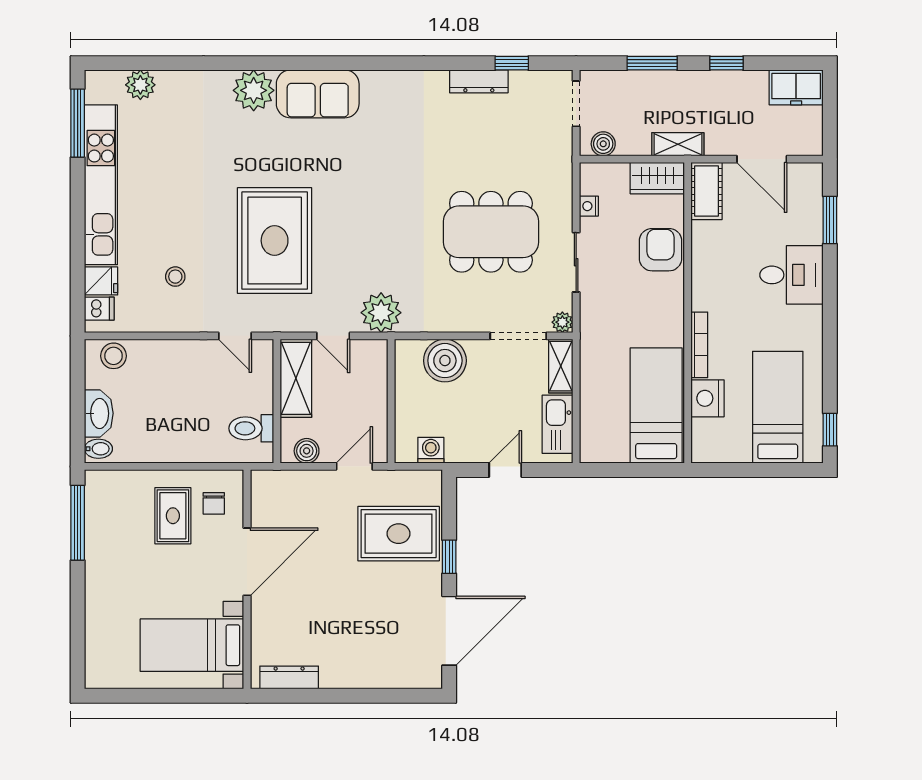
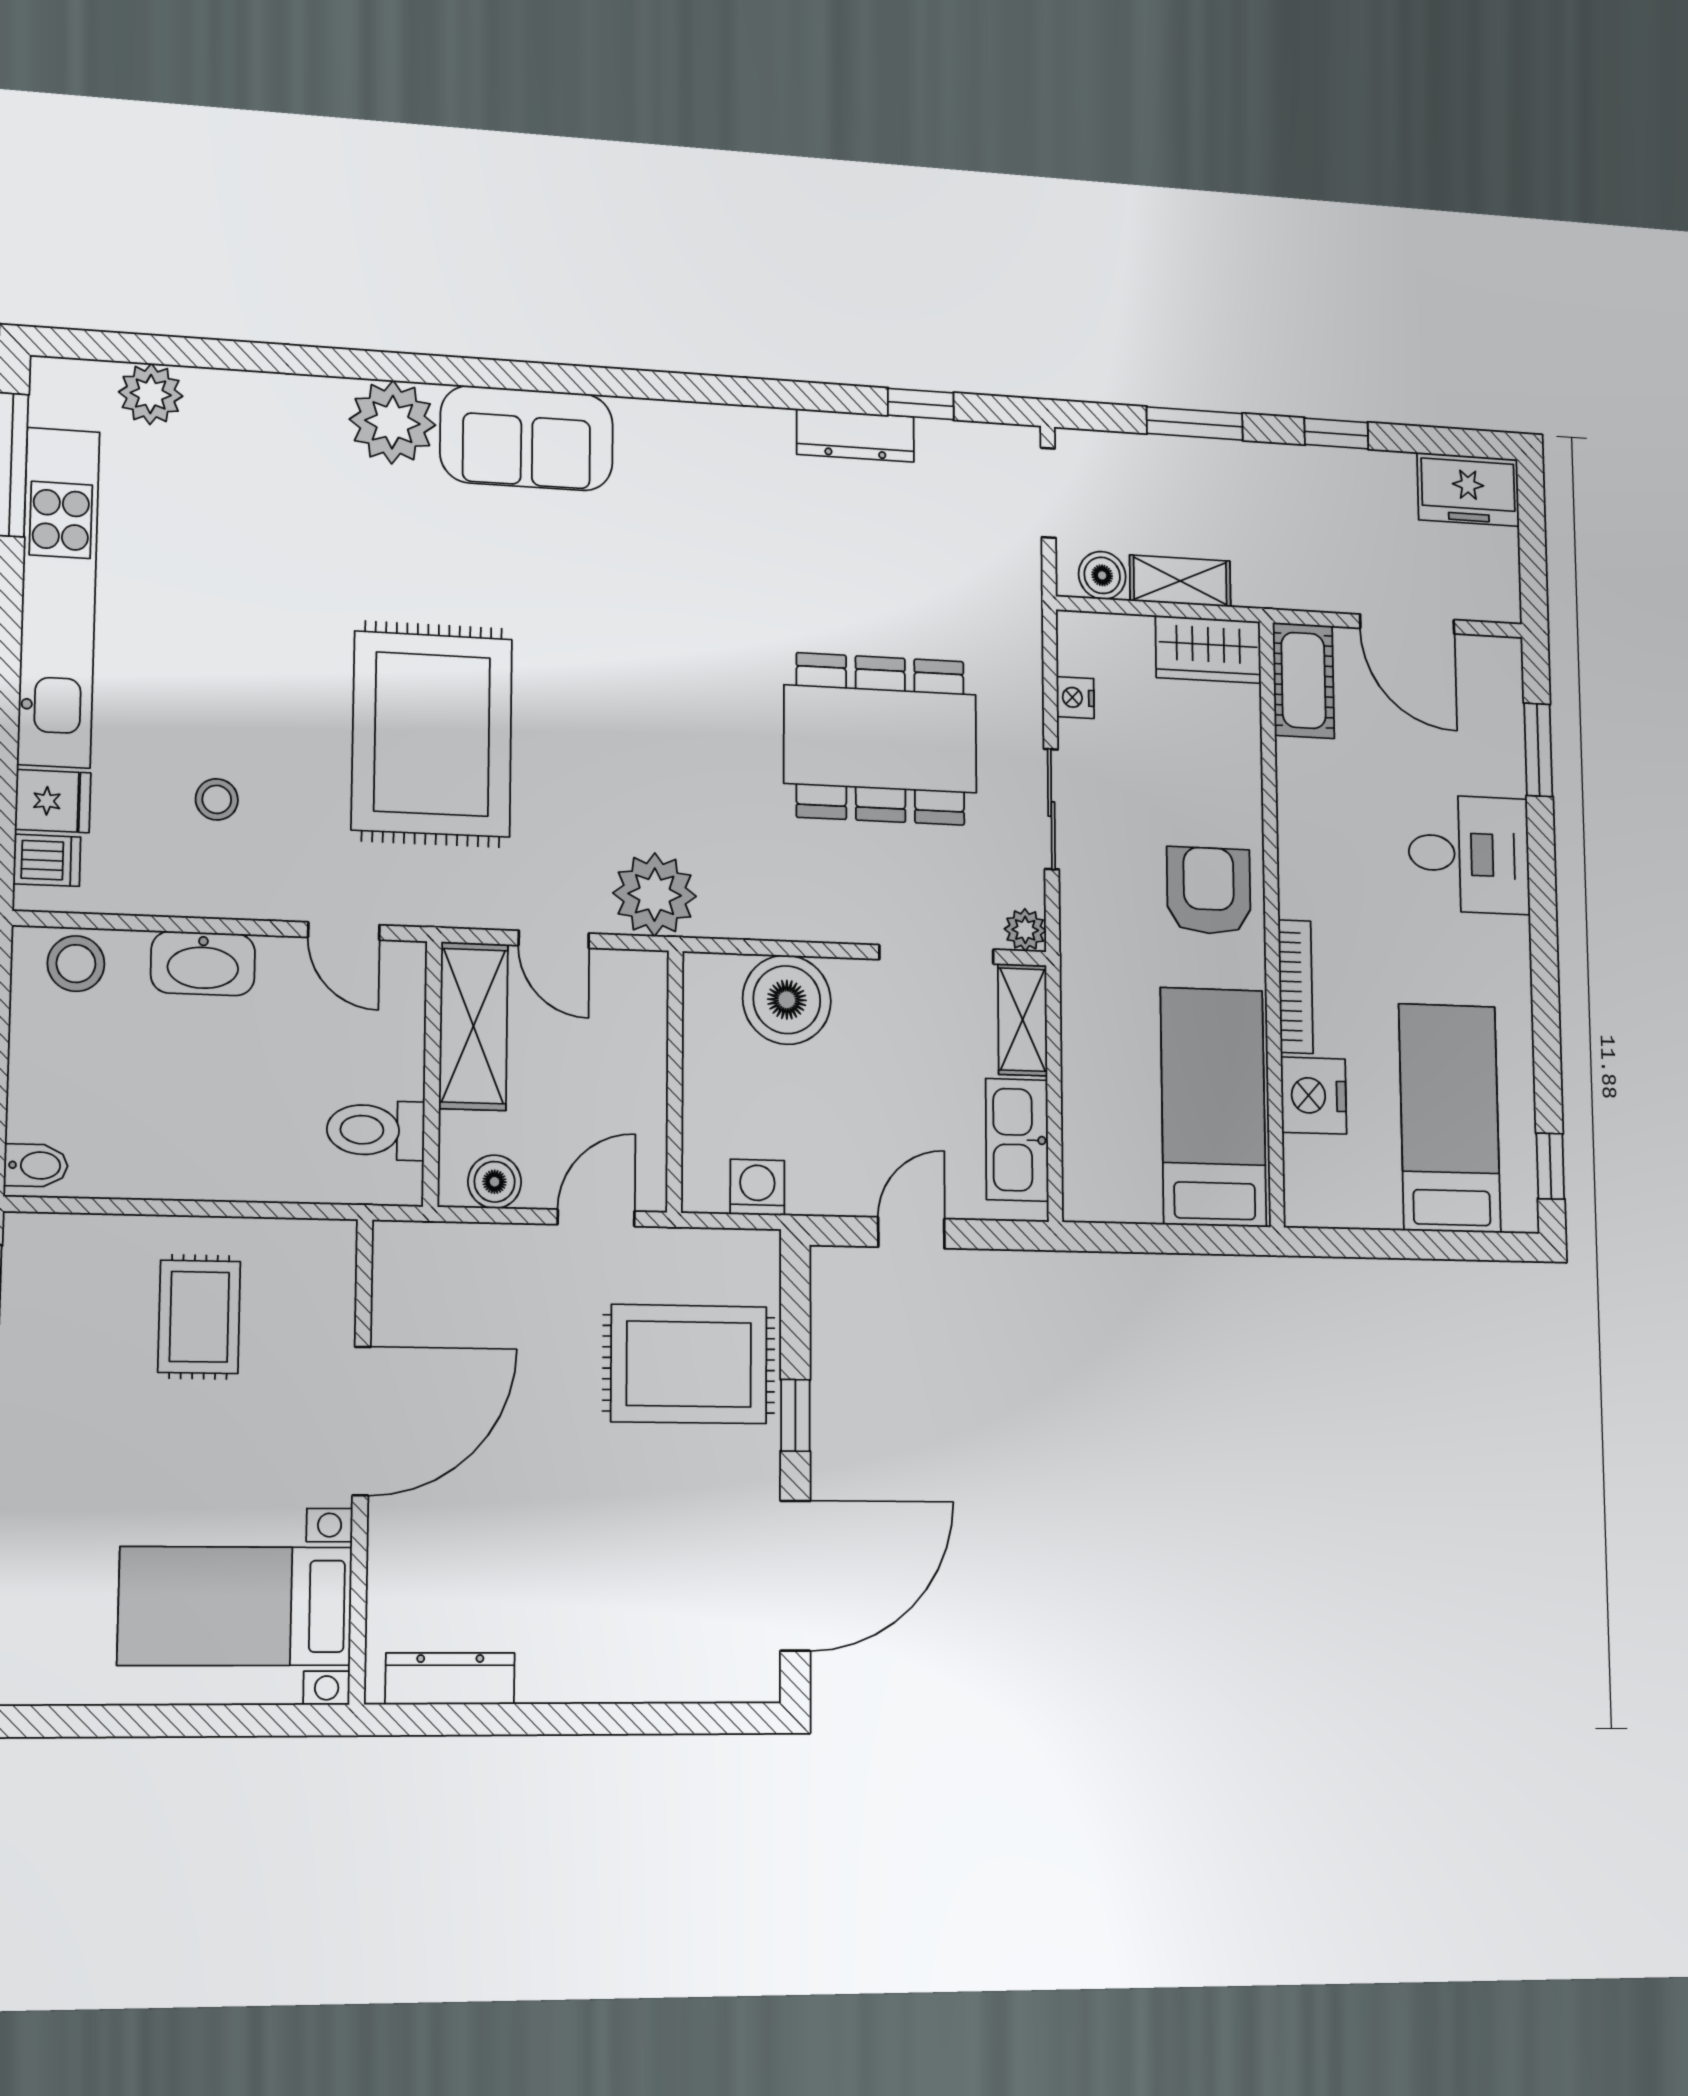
shelving: (678, 144) -> (1180, 581), moved
armchair: (661, 250) -> (1209, 891), moved
washbasin: (99, 413) -> (203, 963), moved, turned 90
chair: (214, 503) -> (291, 1291), removed

